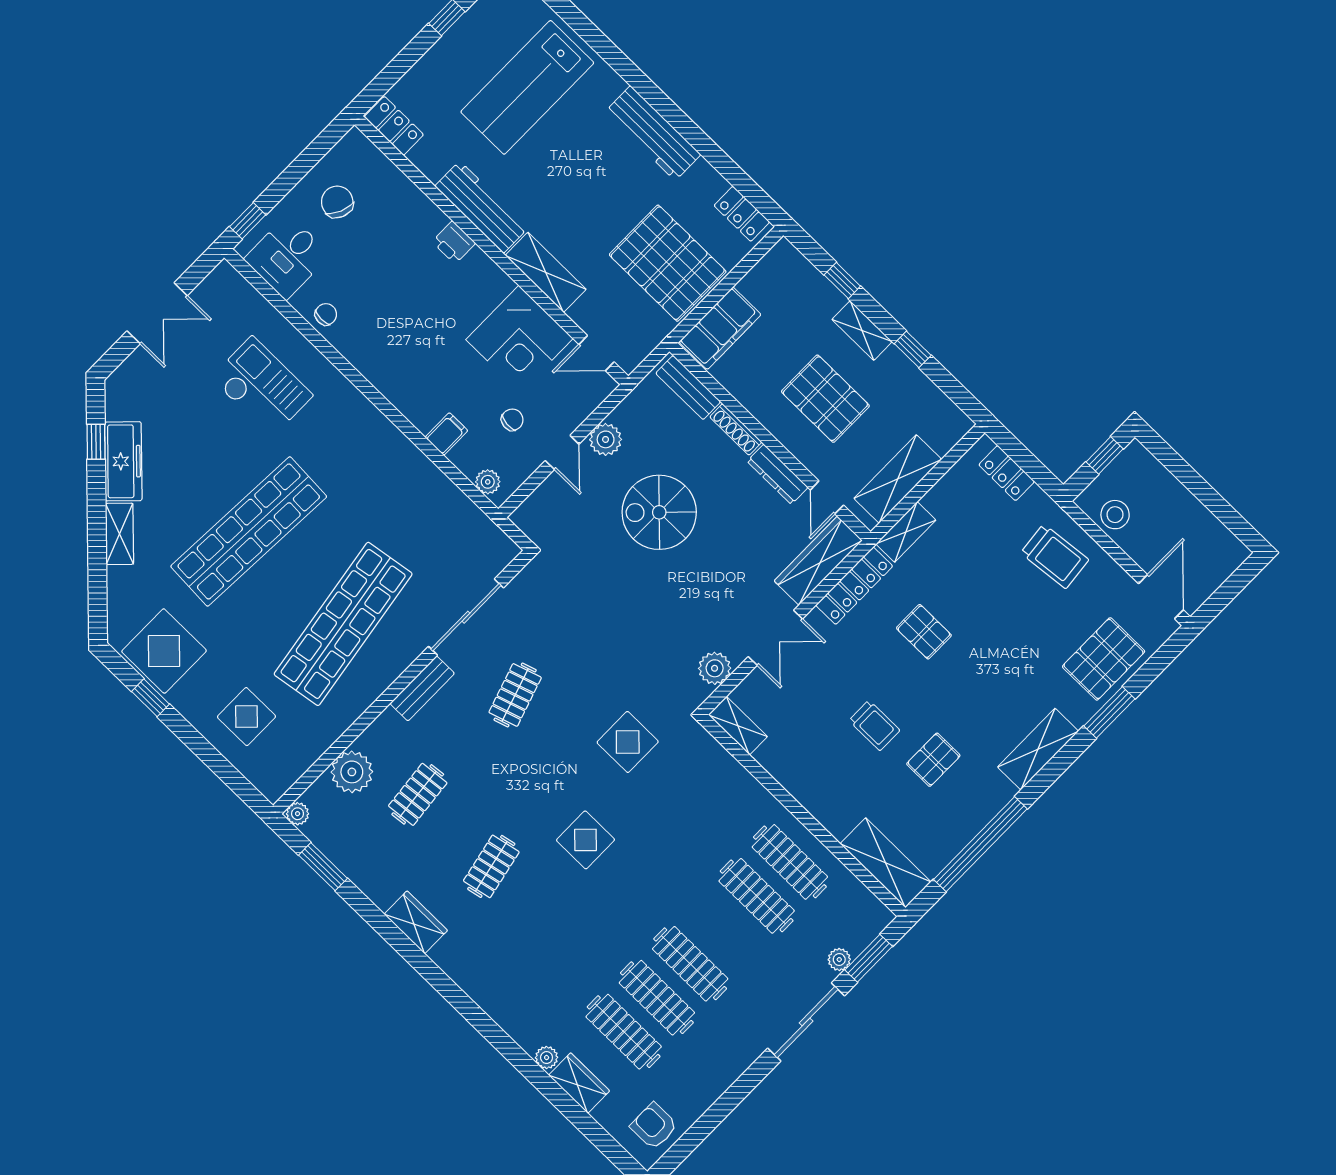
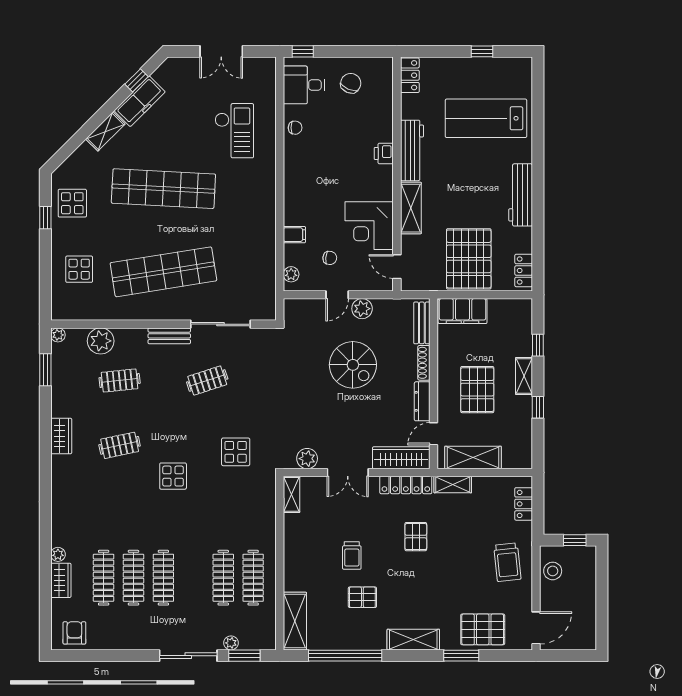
spiral stairs: (659, 512) -> (353, 365), turned 180
display table: (164, 651) -> (72, 203), width x0.73, depth x0.73

